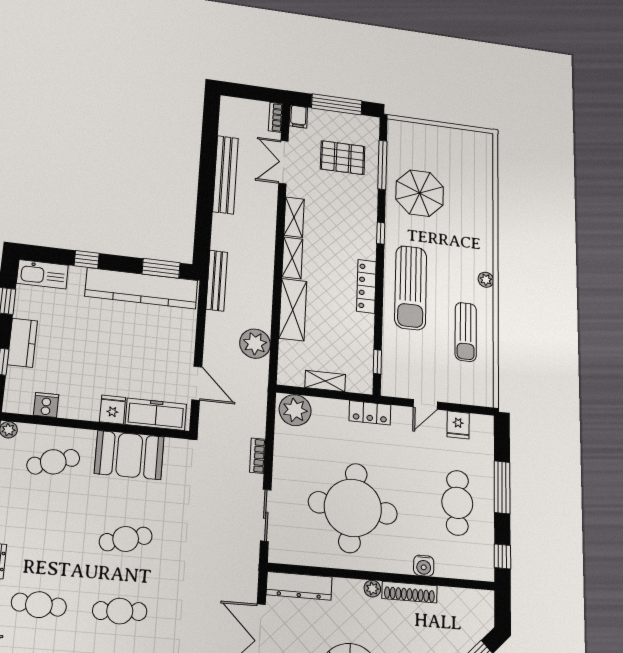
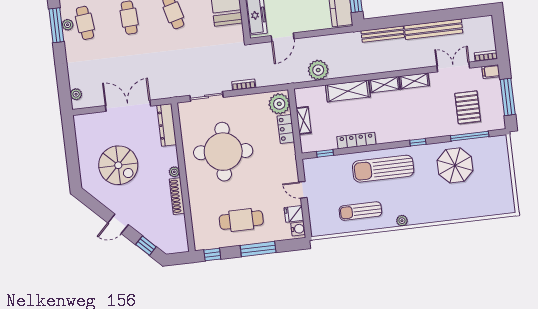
bench: (217, 281) -> (383, 34), moved
locker: (366, 286) -> (356, 140), moved
locker: (370, 413) -> (286, 129), moved
water cooler: (424, 566) -> (298, 229), moved, turned 180

